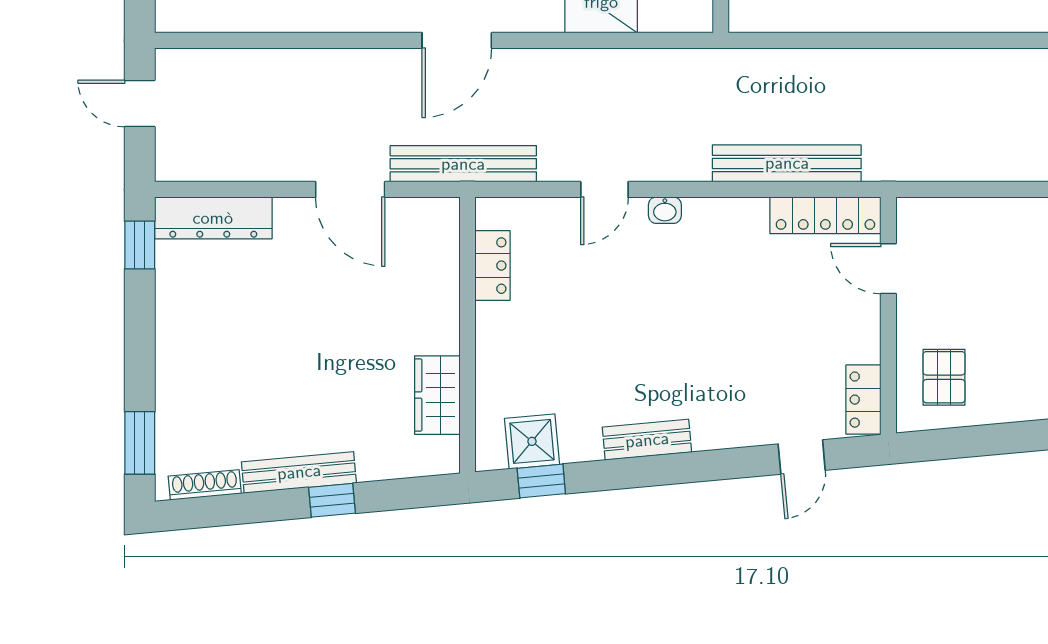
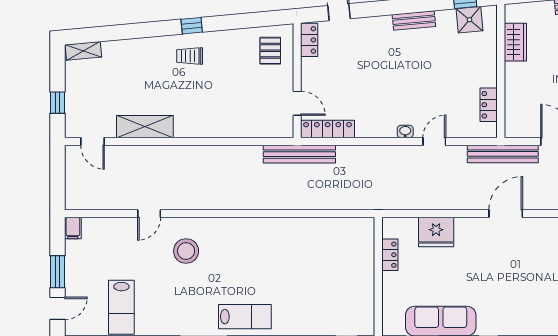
bench: (787, 163) -> (299, 154), moved

